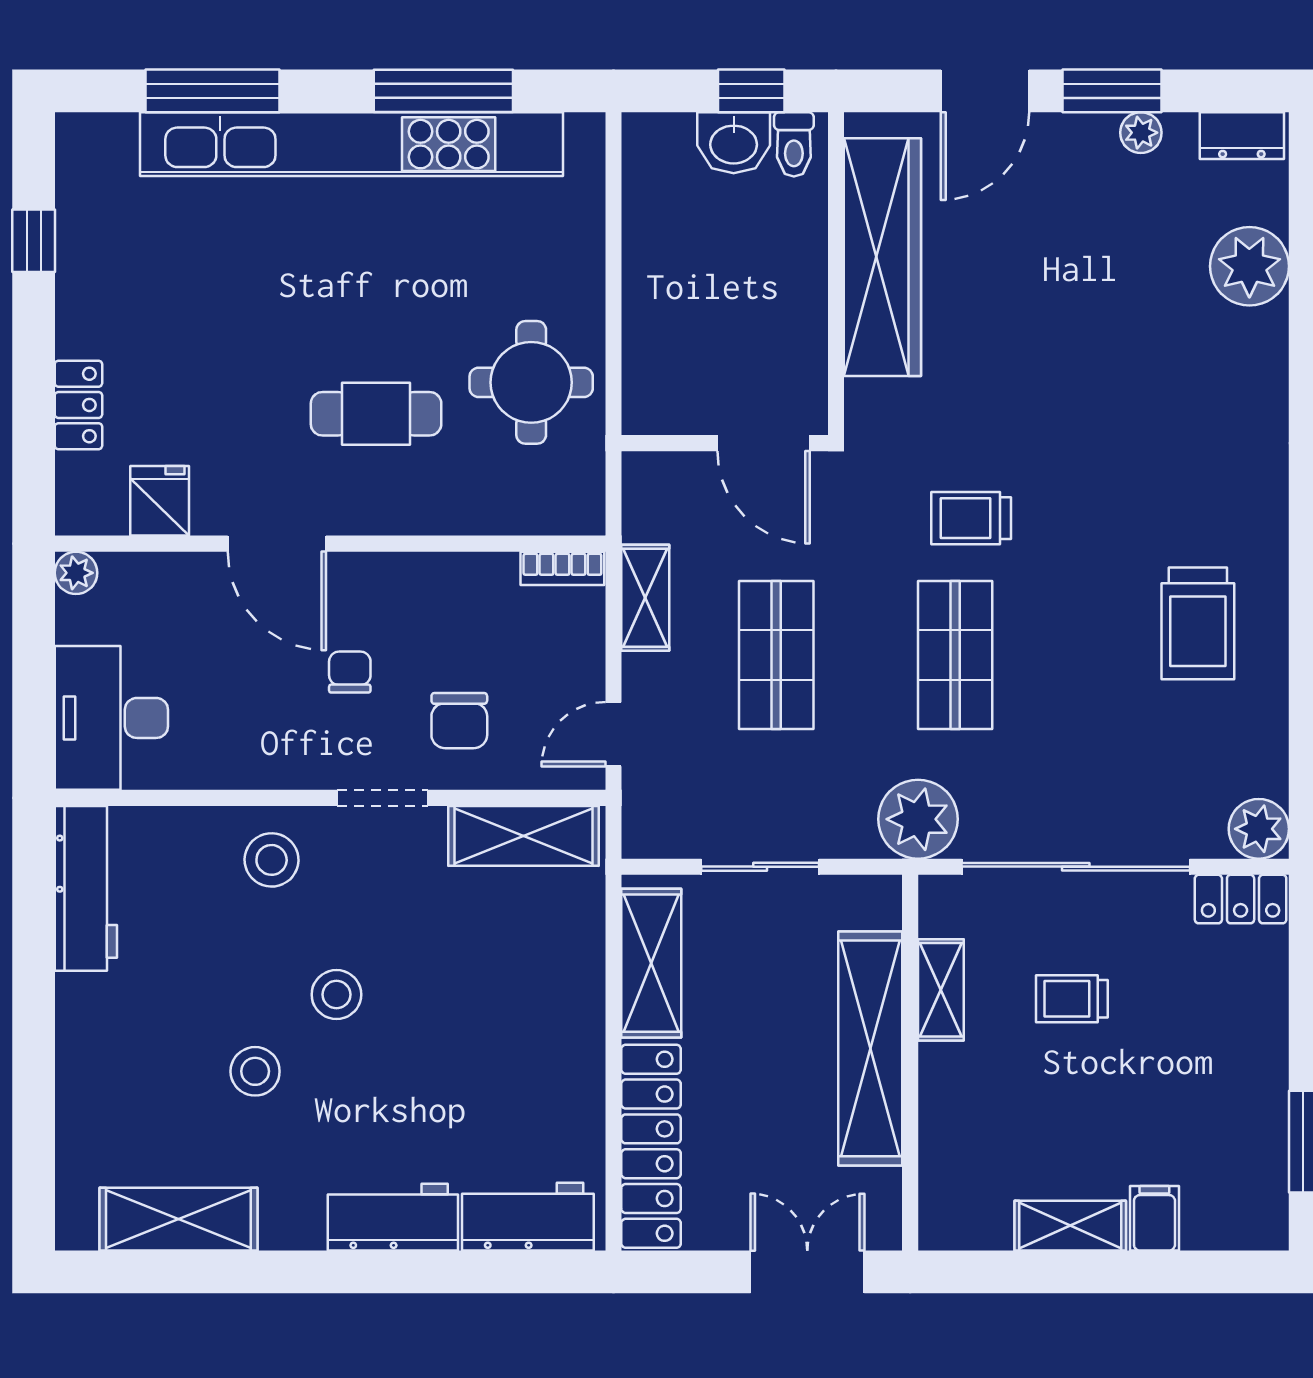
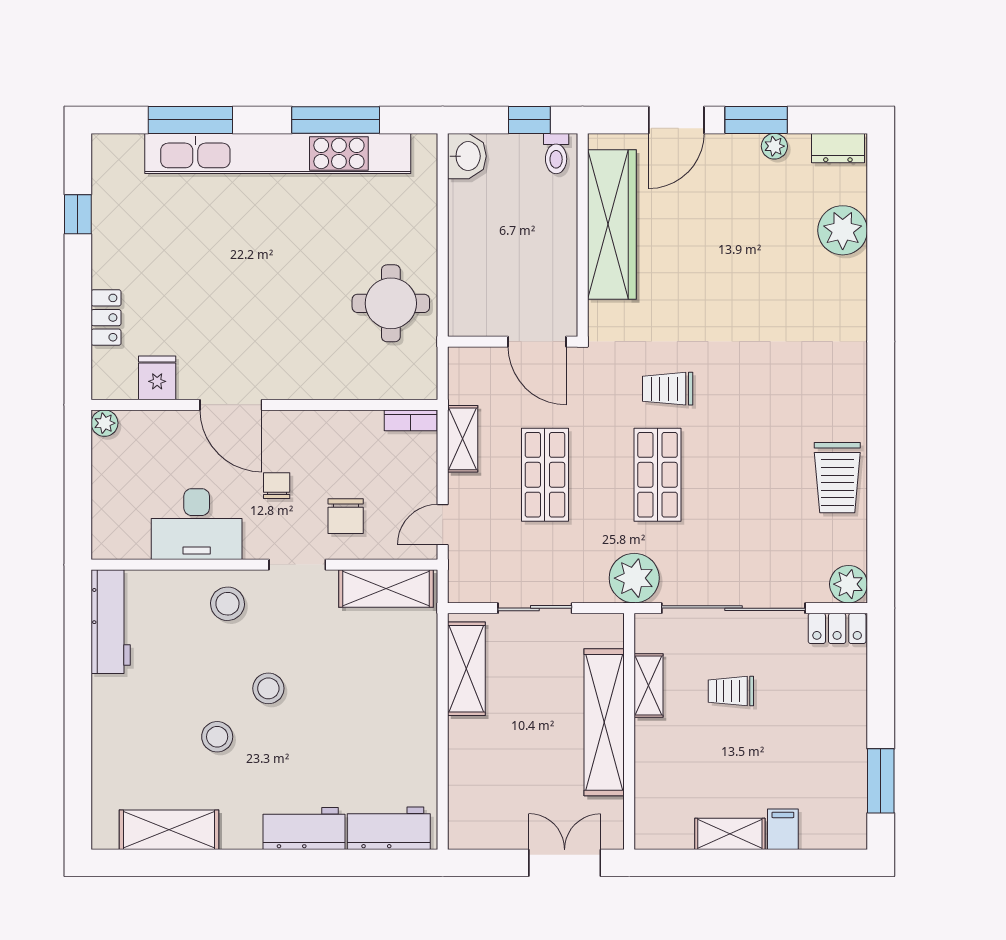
washbasin: (734, 143) -> (467, 156), moved, turned -90
cafe table: (376, 414) -> (293, 323), removed
trolley: (1198, 623) -> (837, 478), moved
desk: (111, 718) -> (197, 524), moved, turned -90
locker: (651, 1146) -> (466, 784), removed

